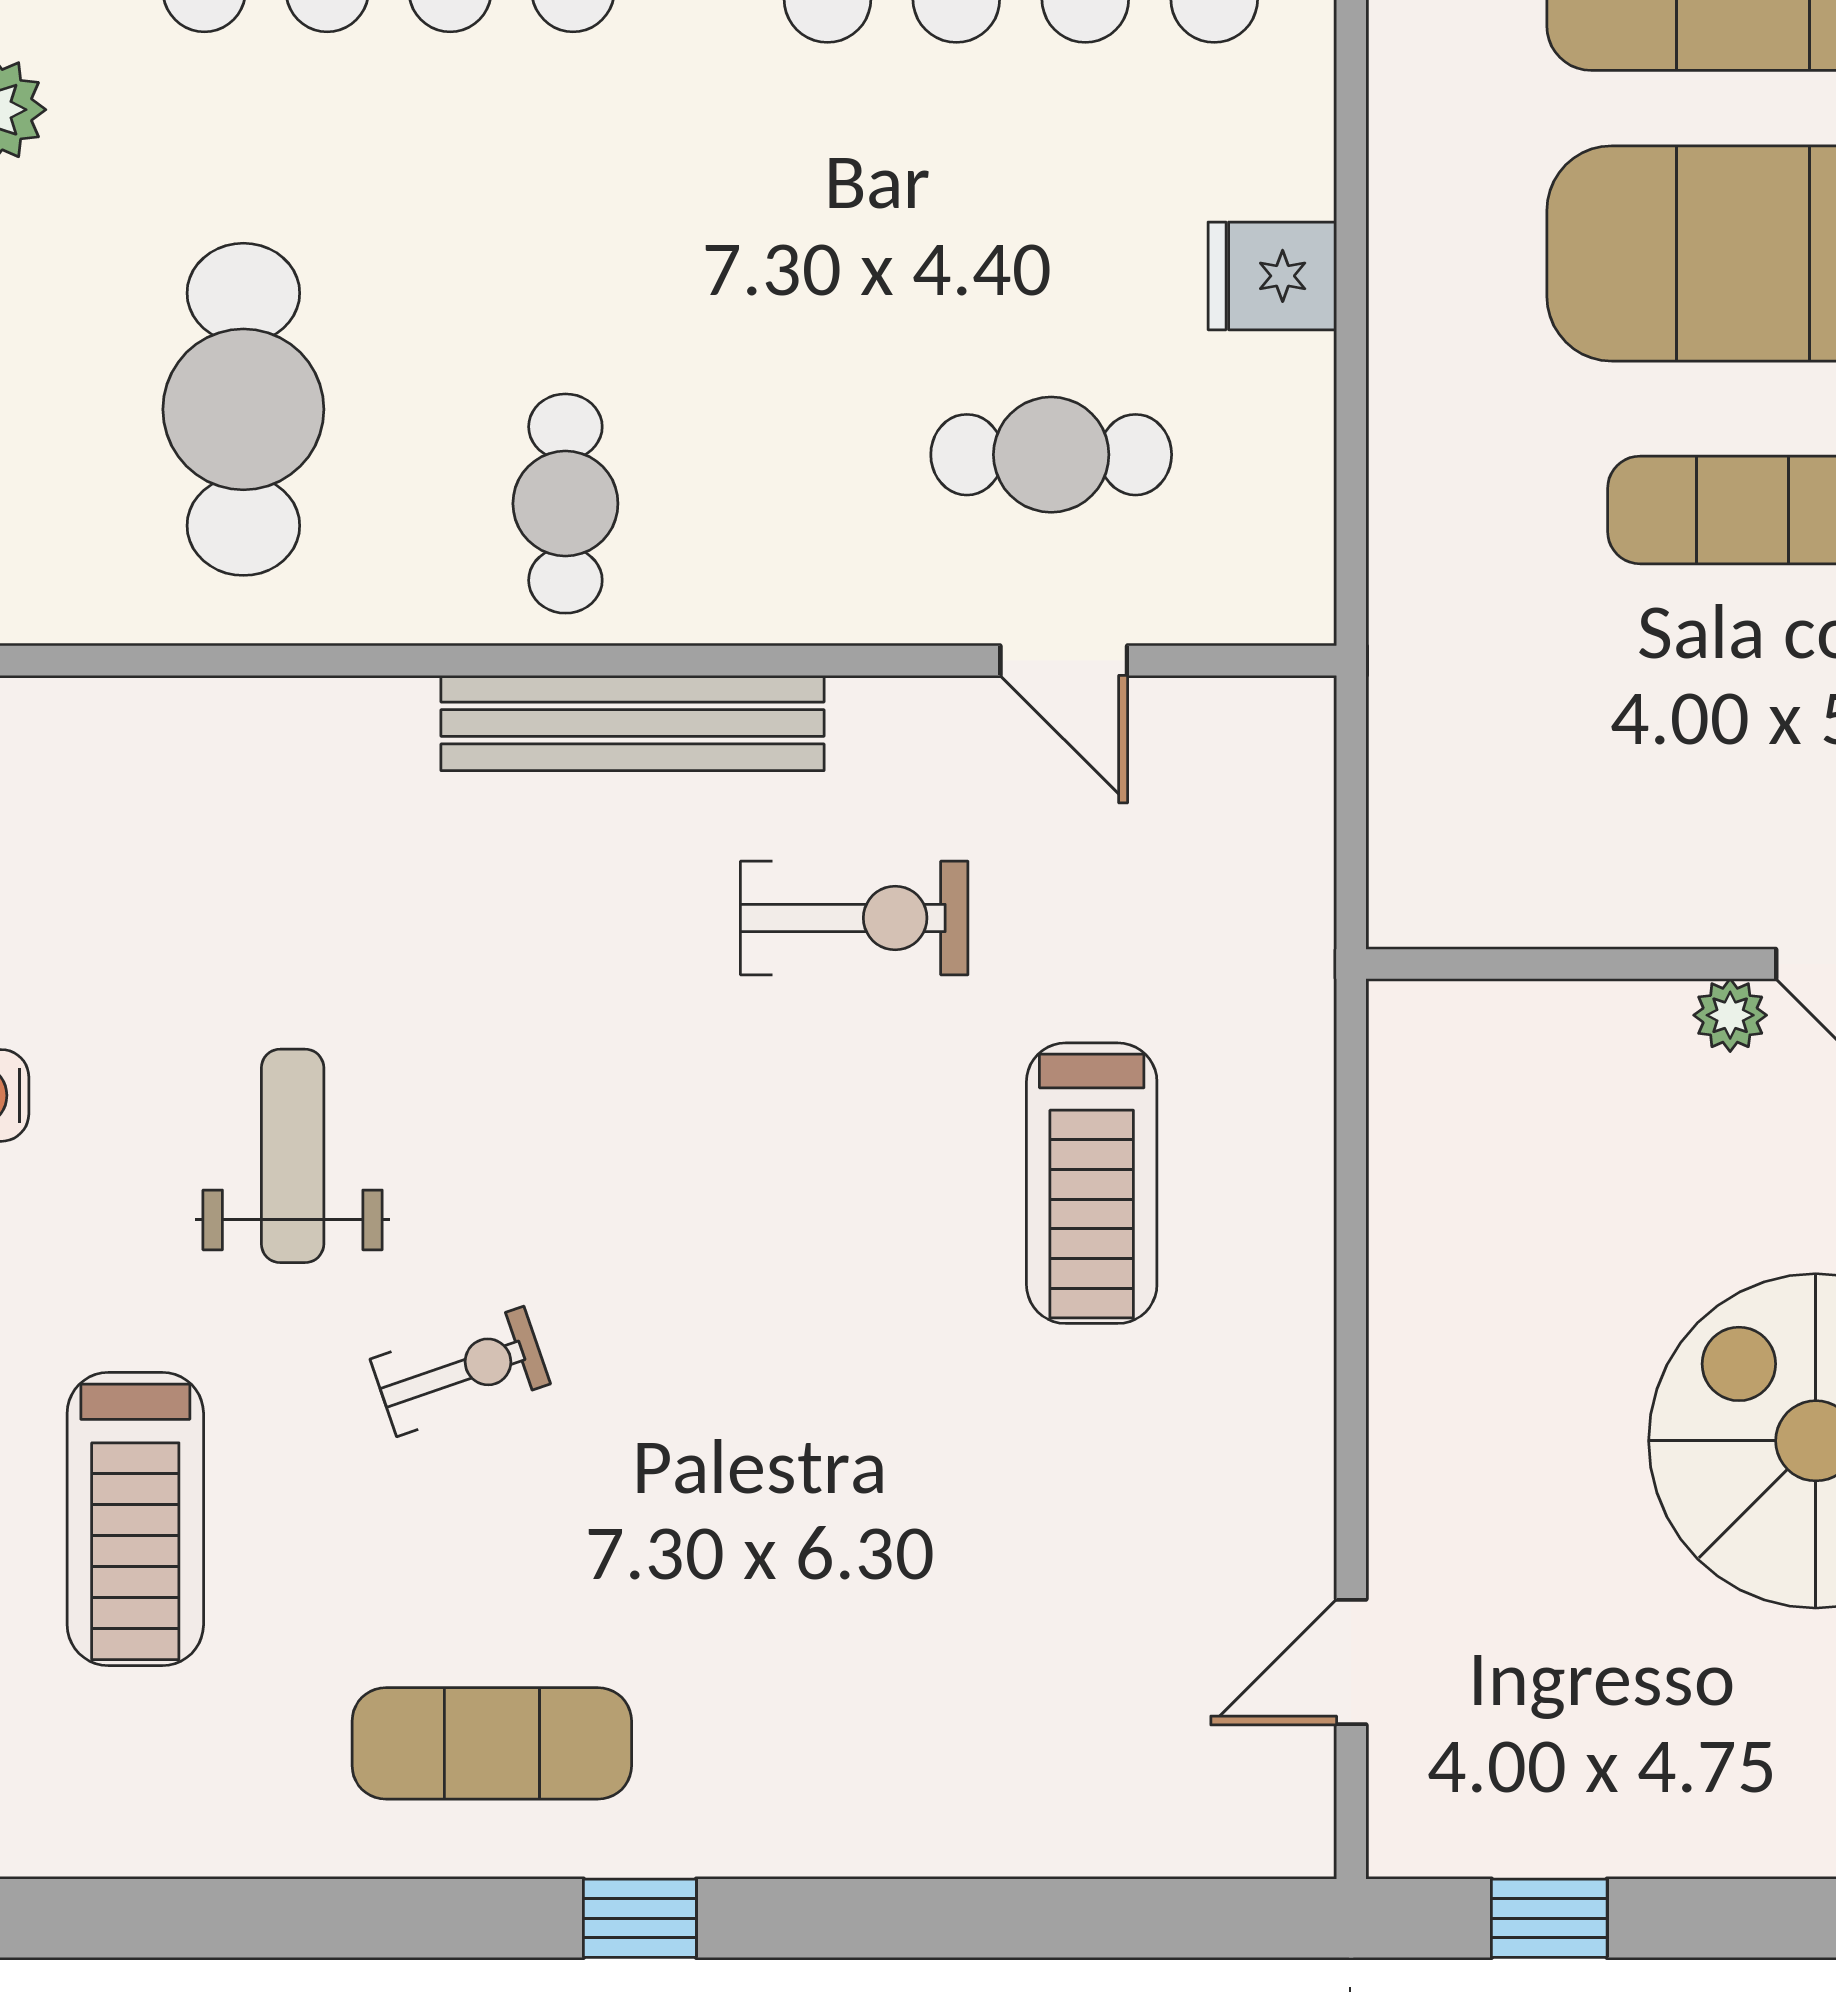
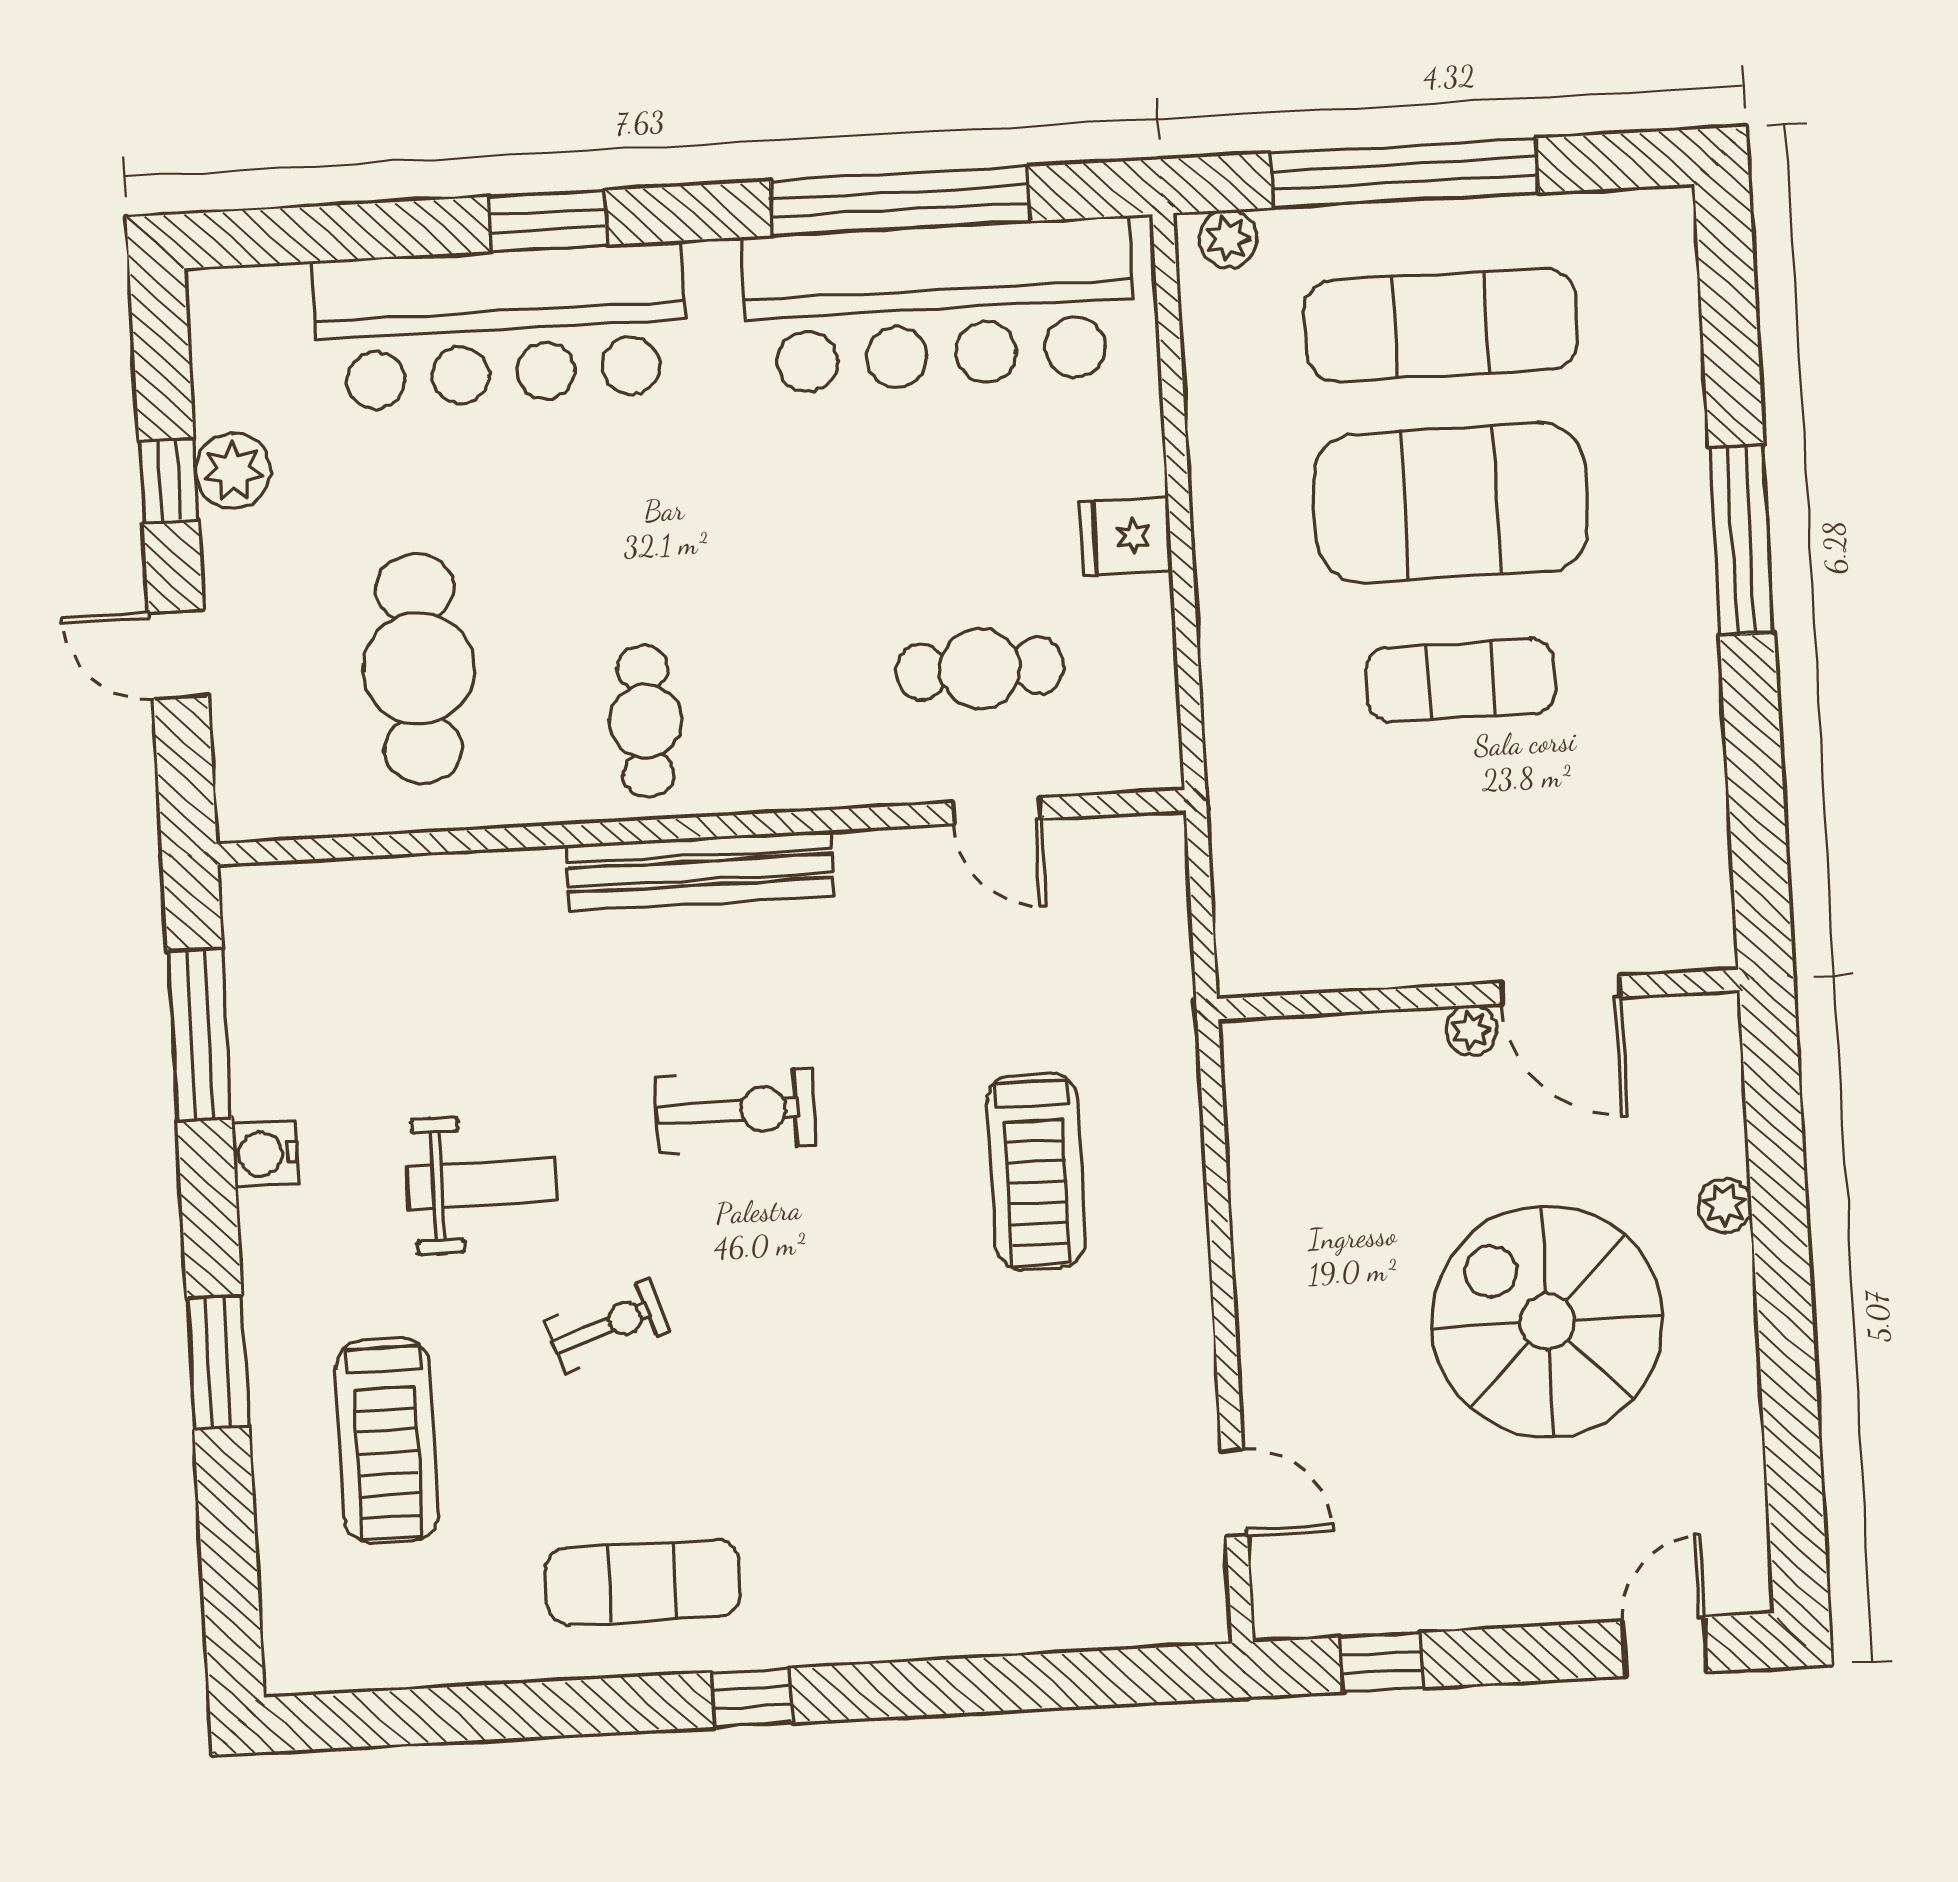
exercise bike: (854, 918) -> (735, 1111), moved
weight bench: (293, 1156) -> (482, 1183), turned 90
door: (1351, 1662) -> (1234, 1493), swing flipped

